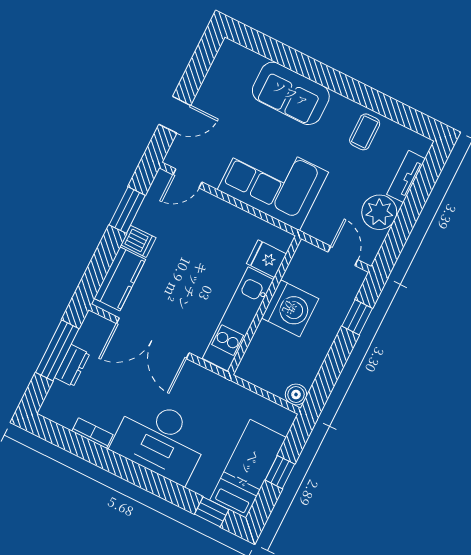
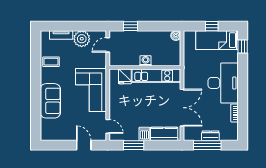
washing machine: (290, 308) -> (146, 61), width x0.53, depth x0.53

